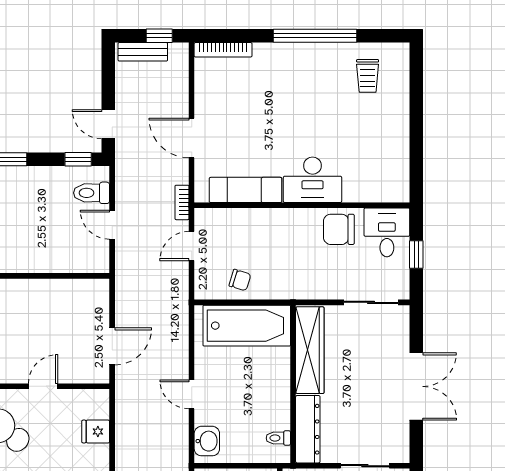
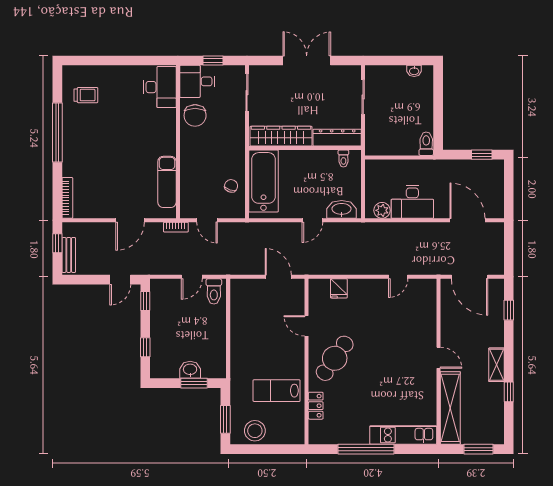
desk: (312, 180) -> (160, 87), moved
toilet: (92, 193) -> (214, 291), moved
washbasin: (207, 441) -> (342, 209), width x1.38

